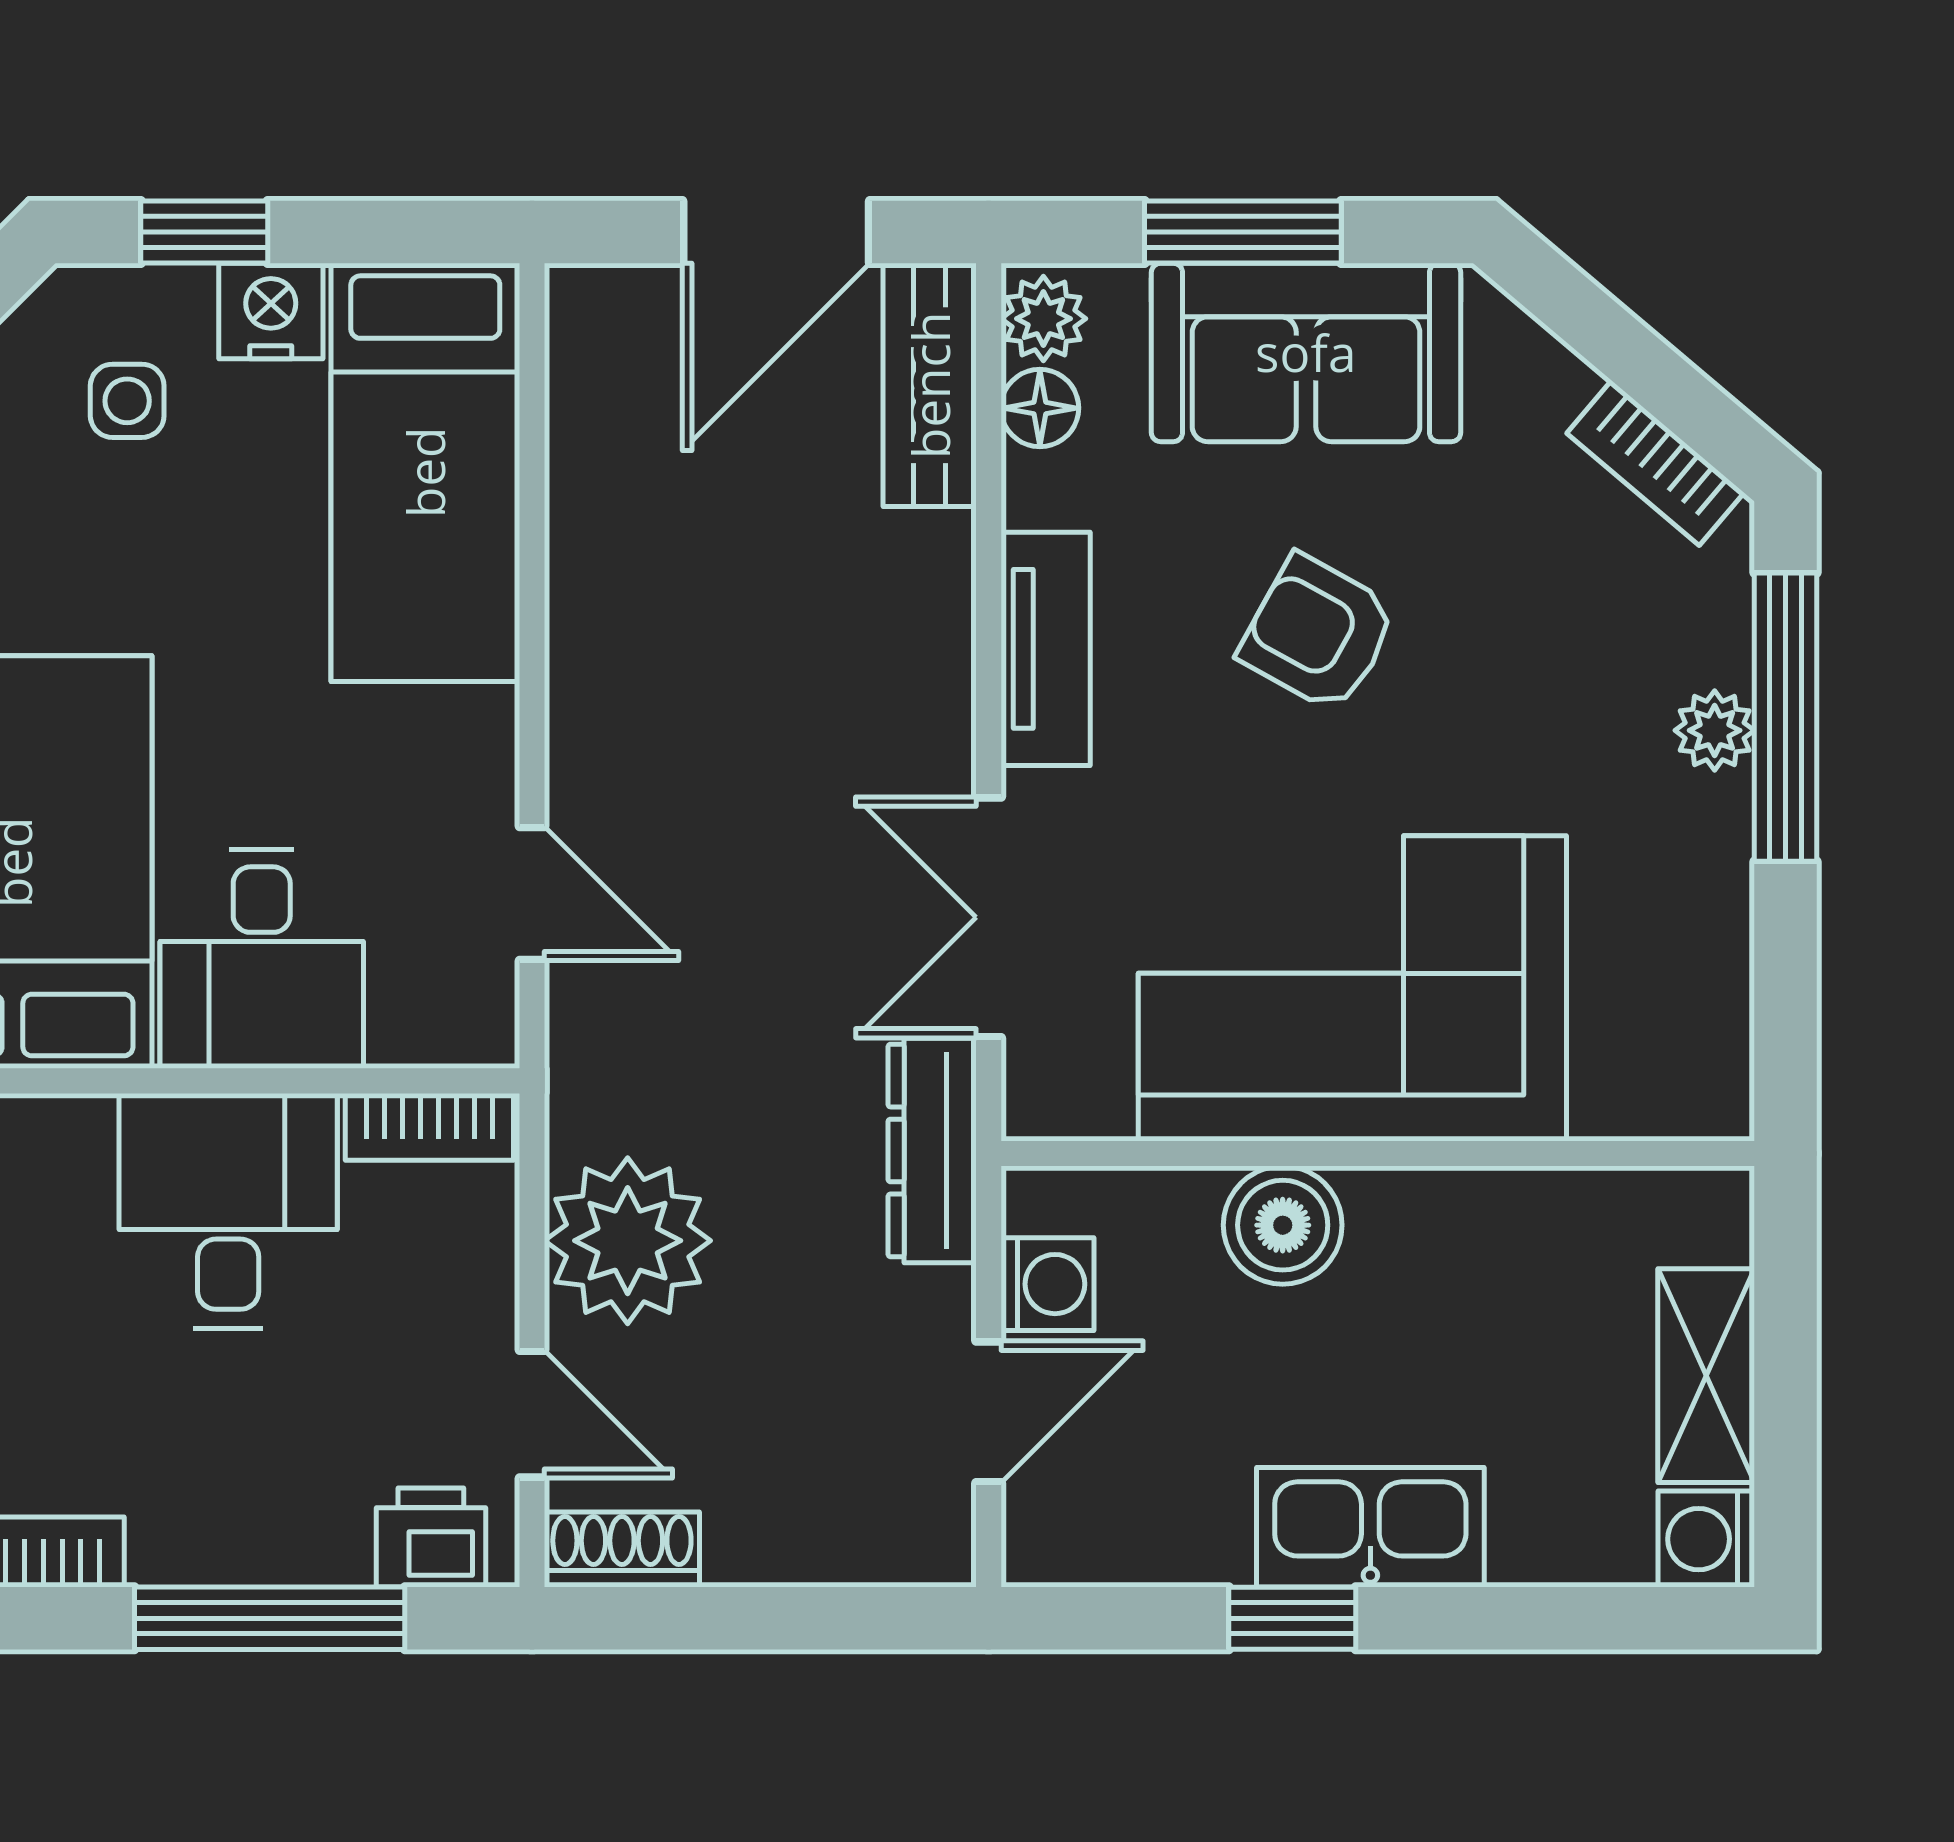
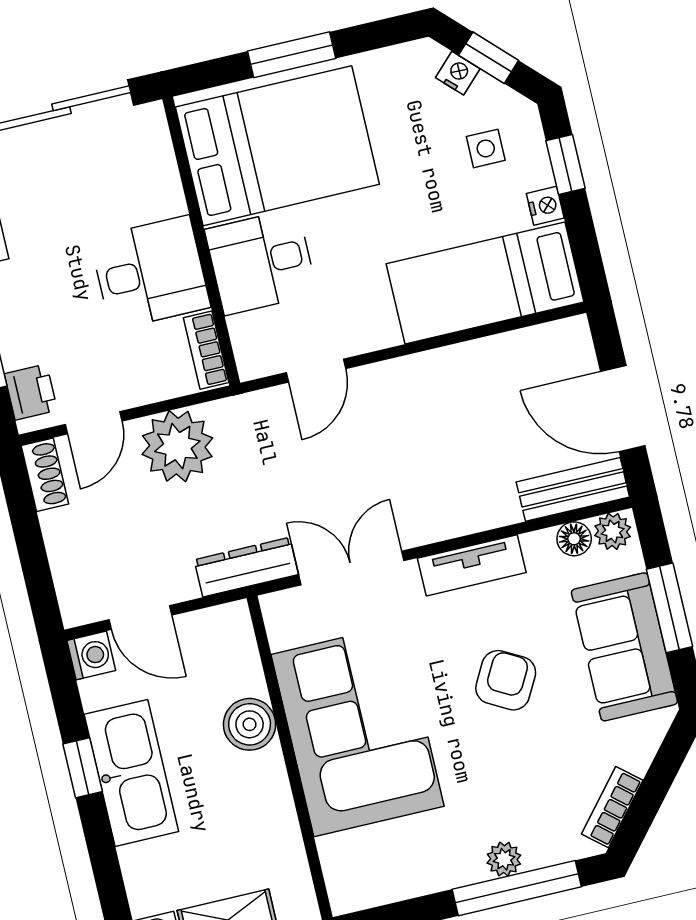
nightstand: (271, 311) -> (545, 206), width x0.72, depth x0.74
washing machine: (1047, 1284) -> (91, 655), moved, turned -90
kitchen sink: (1370, 1527) -> (131, 773), width x1.36, depth x1.24

